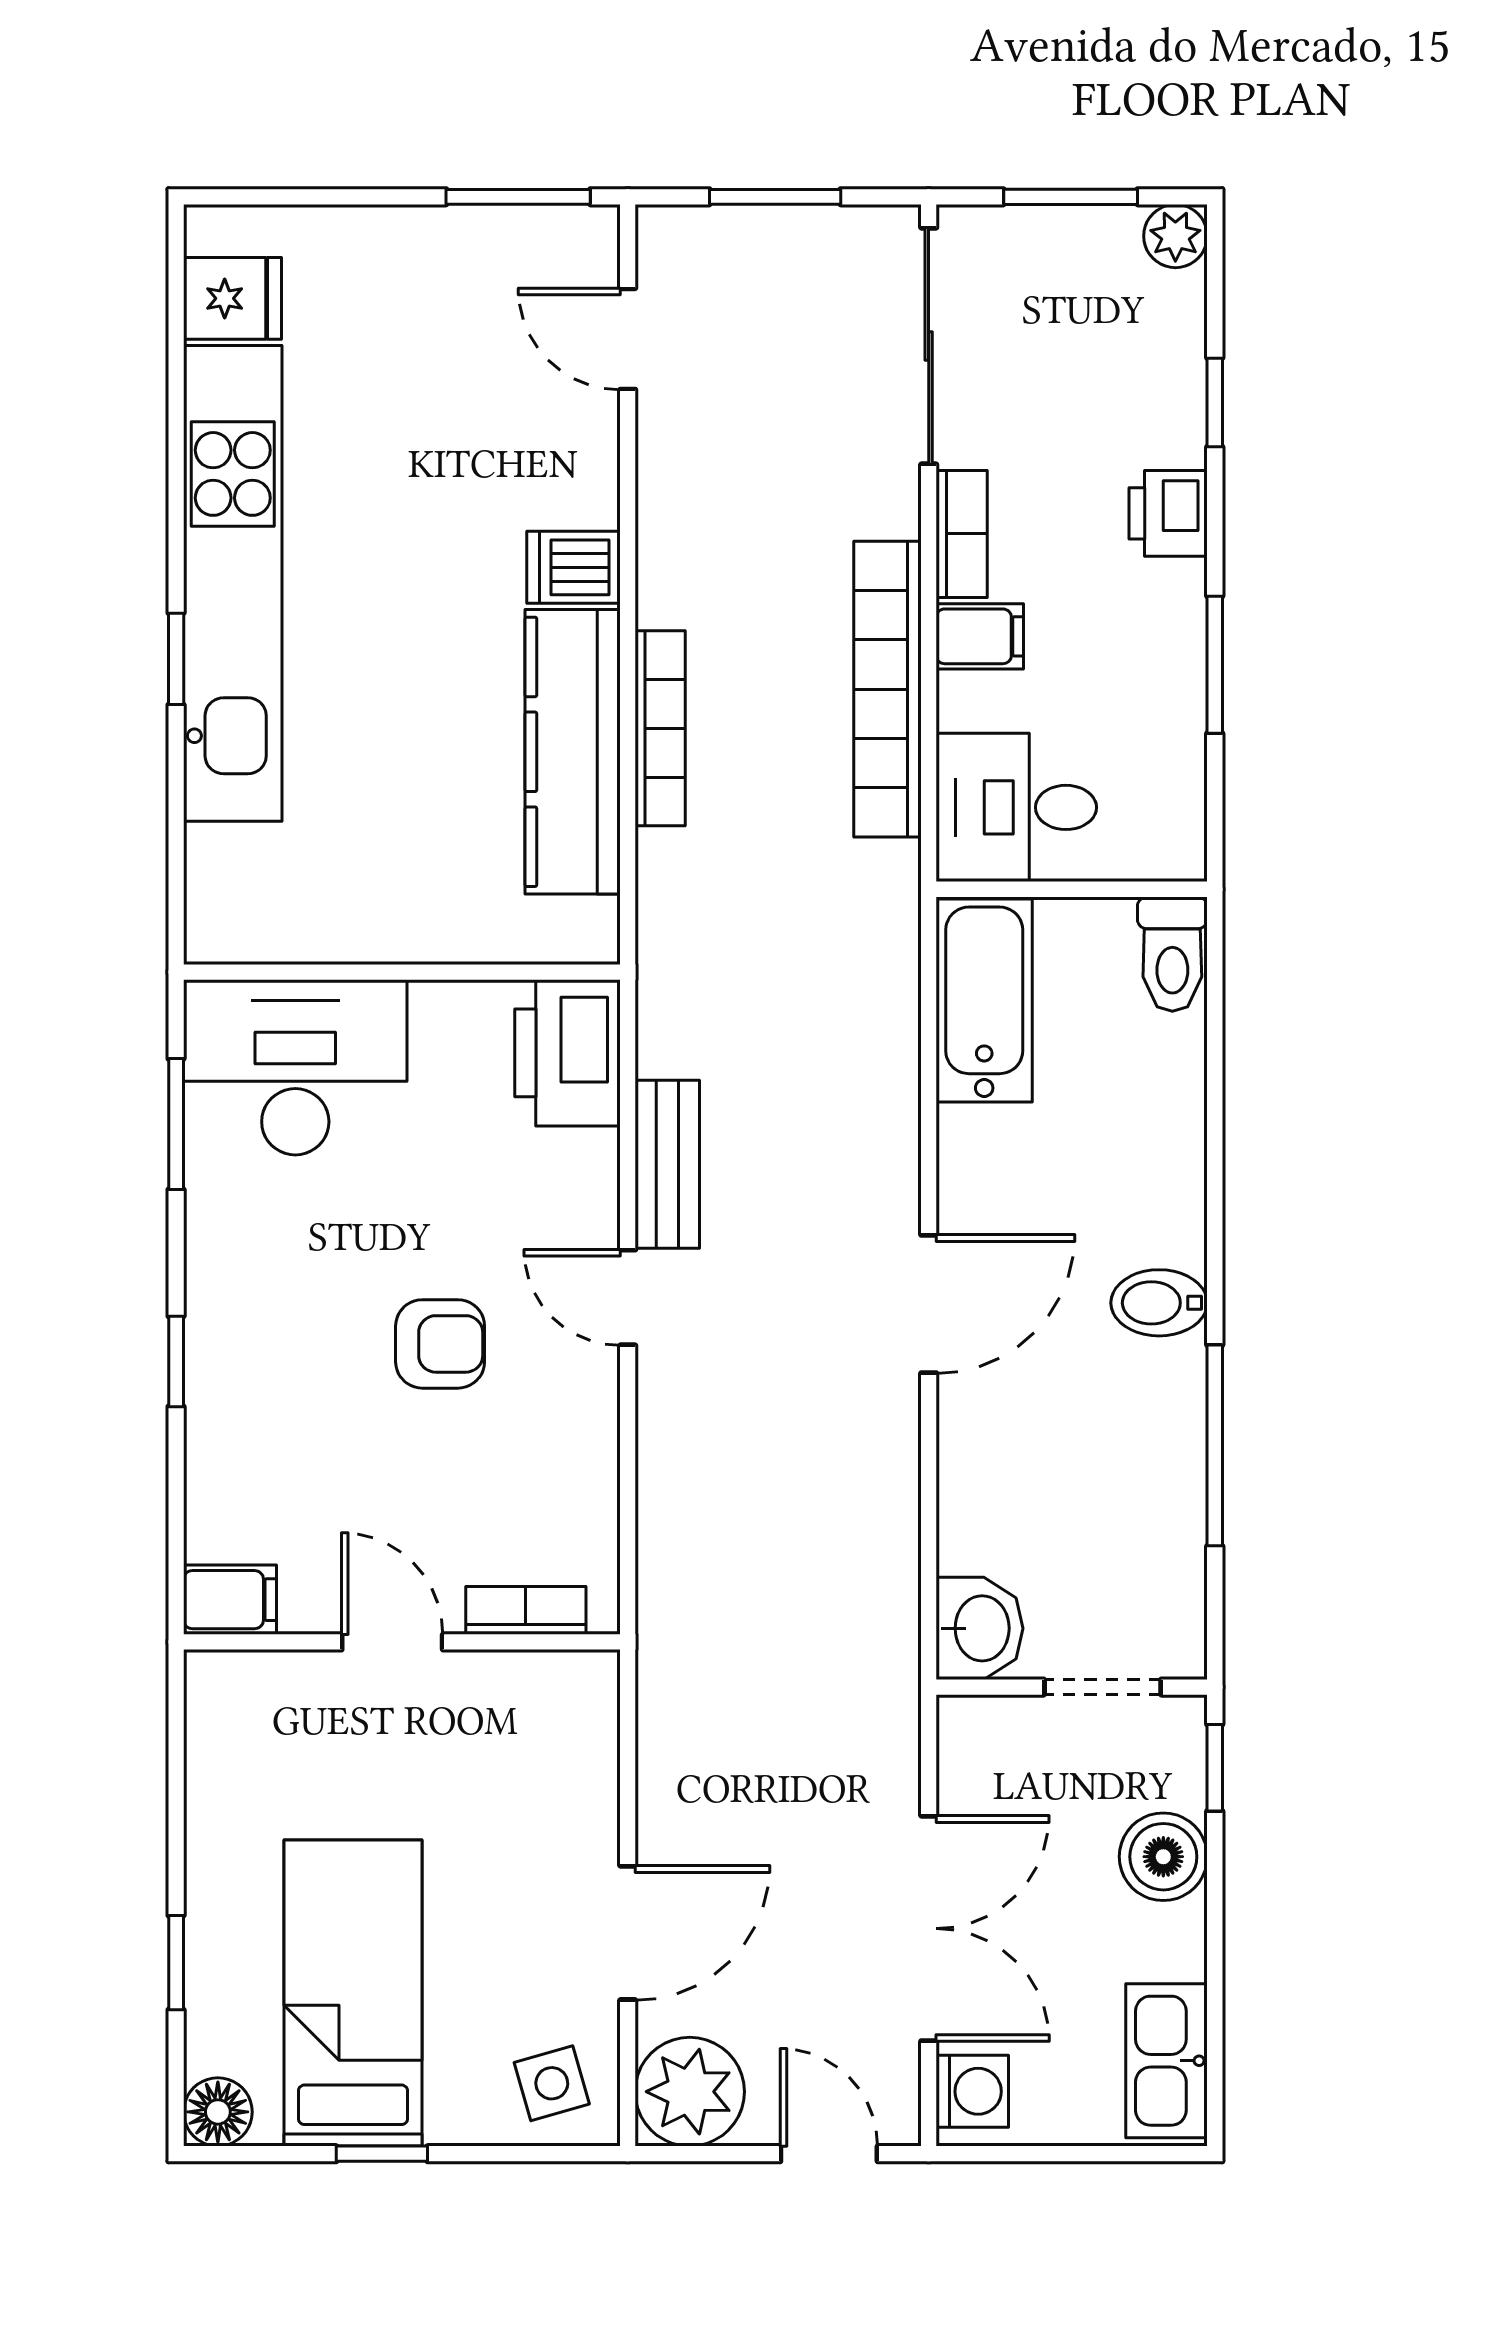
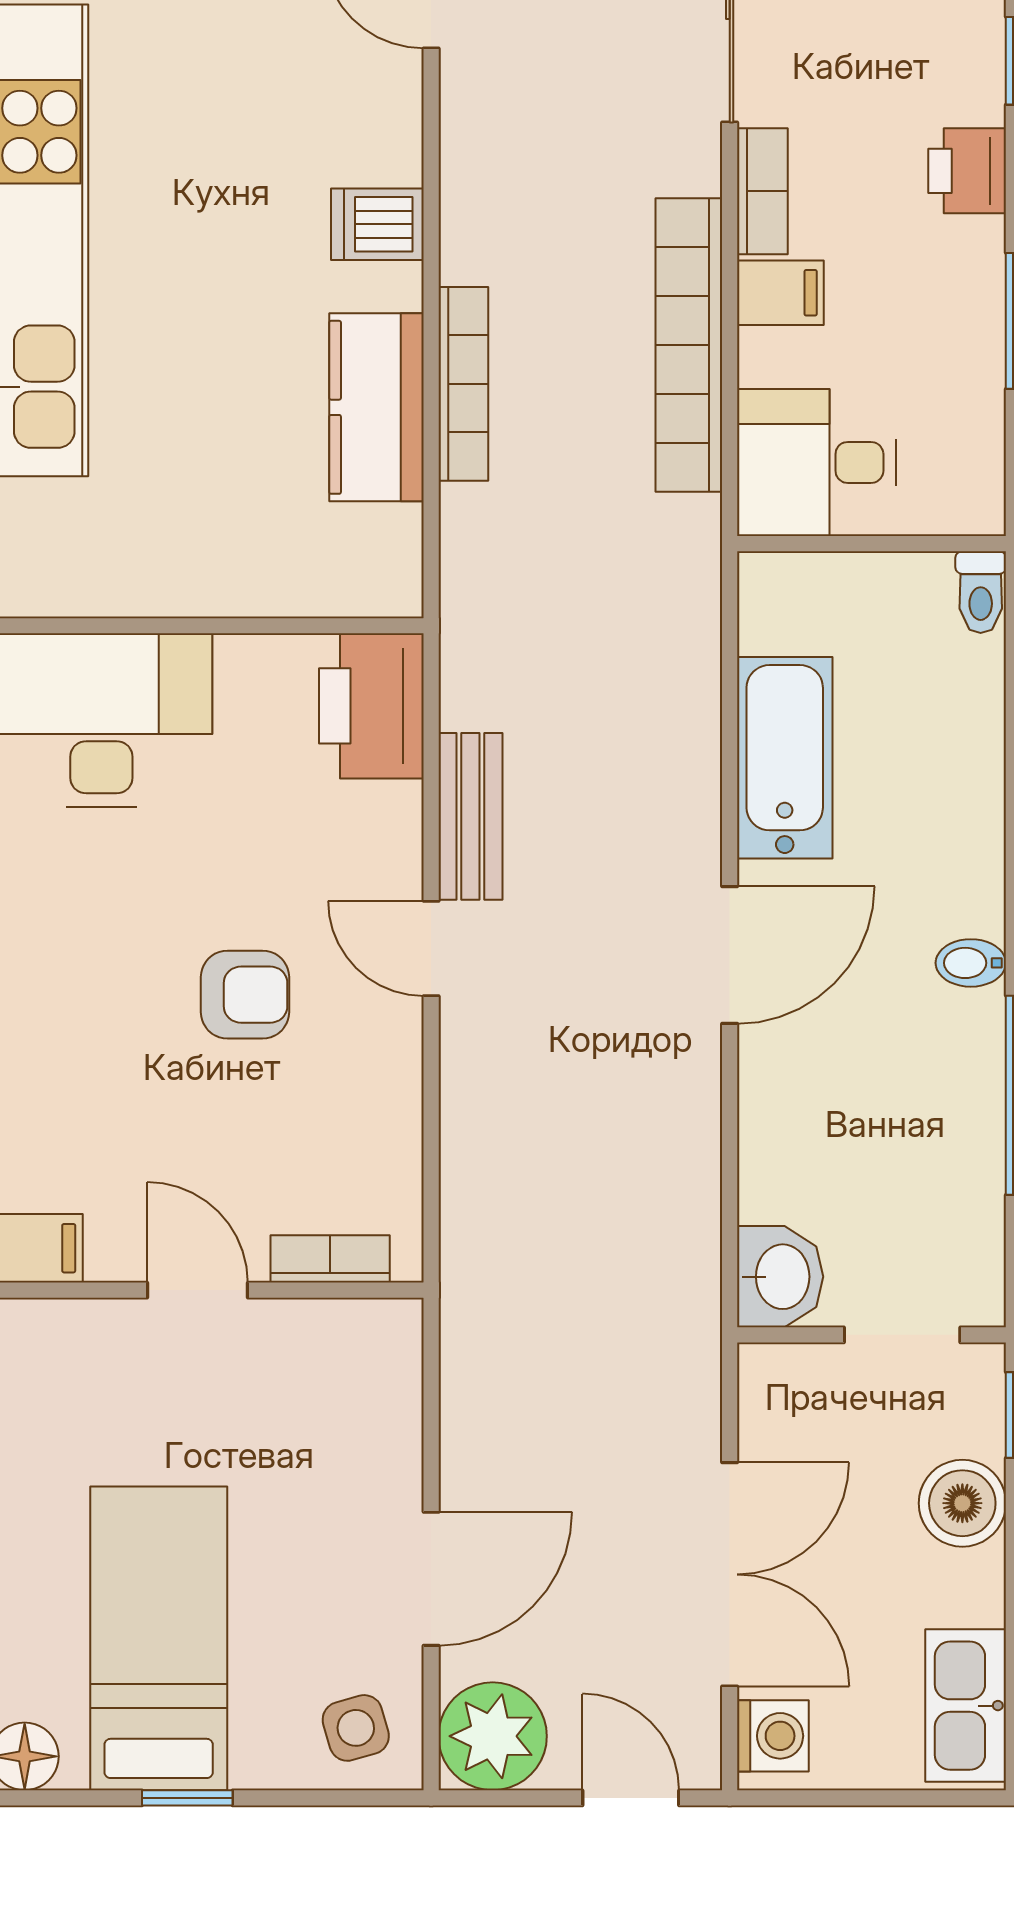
kitchen counter: (573, 752) -> (377, 407), width x0.67
toilet: (1172, 954) -> (981, 592), width x0.73, depth x0.72
bathtub: (984, 1001) -> (785, 758), moved
bidet: (1159, 1303) -> (971, 963), width x0.72, depth x0.74

